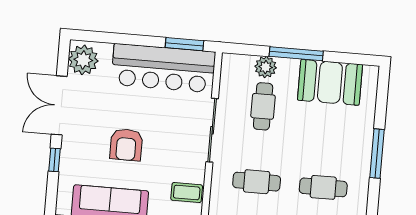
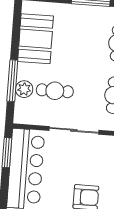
window: (296, 54) -> (12, 81), moved

